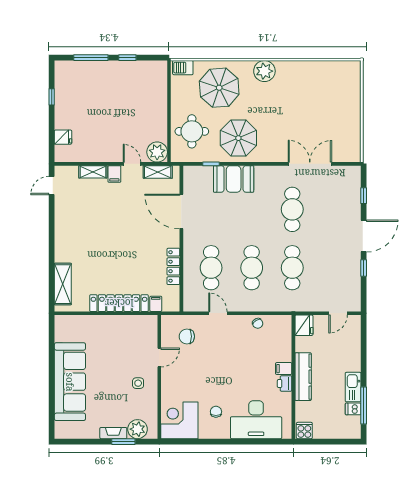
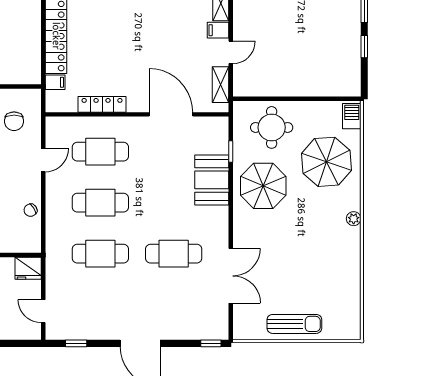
plant: (264, 71) -> (354, 219), width x0.53, depth x0.53
sun lounger: (348, 113) -> (294, 324), added
plant: (157, 152) -> (246, 84), removed
window: (364, 196) -> (211, 343), moved
door: (181, 212) -> (171, 114), hinge flipped
window: (364, 268) -> (76, 343), moved
chair: (187, 336) -> (14, 121), turned 180

